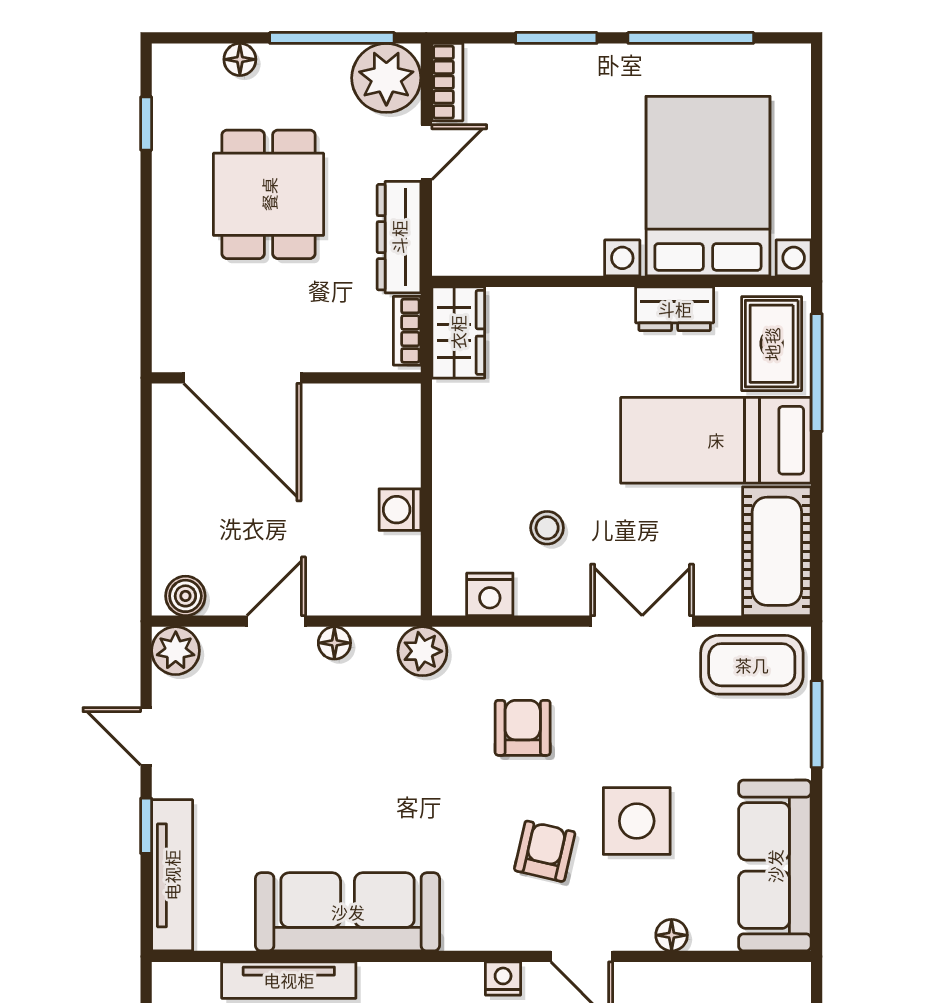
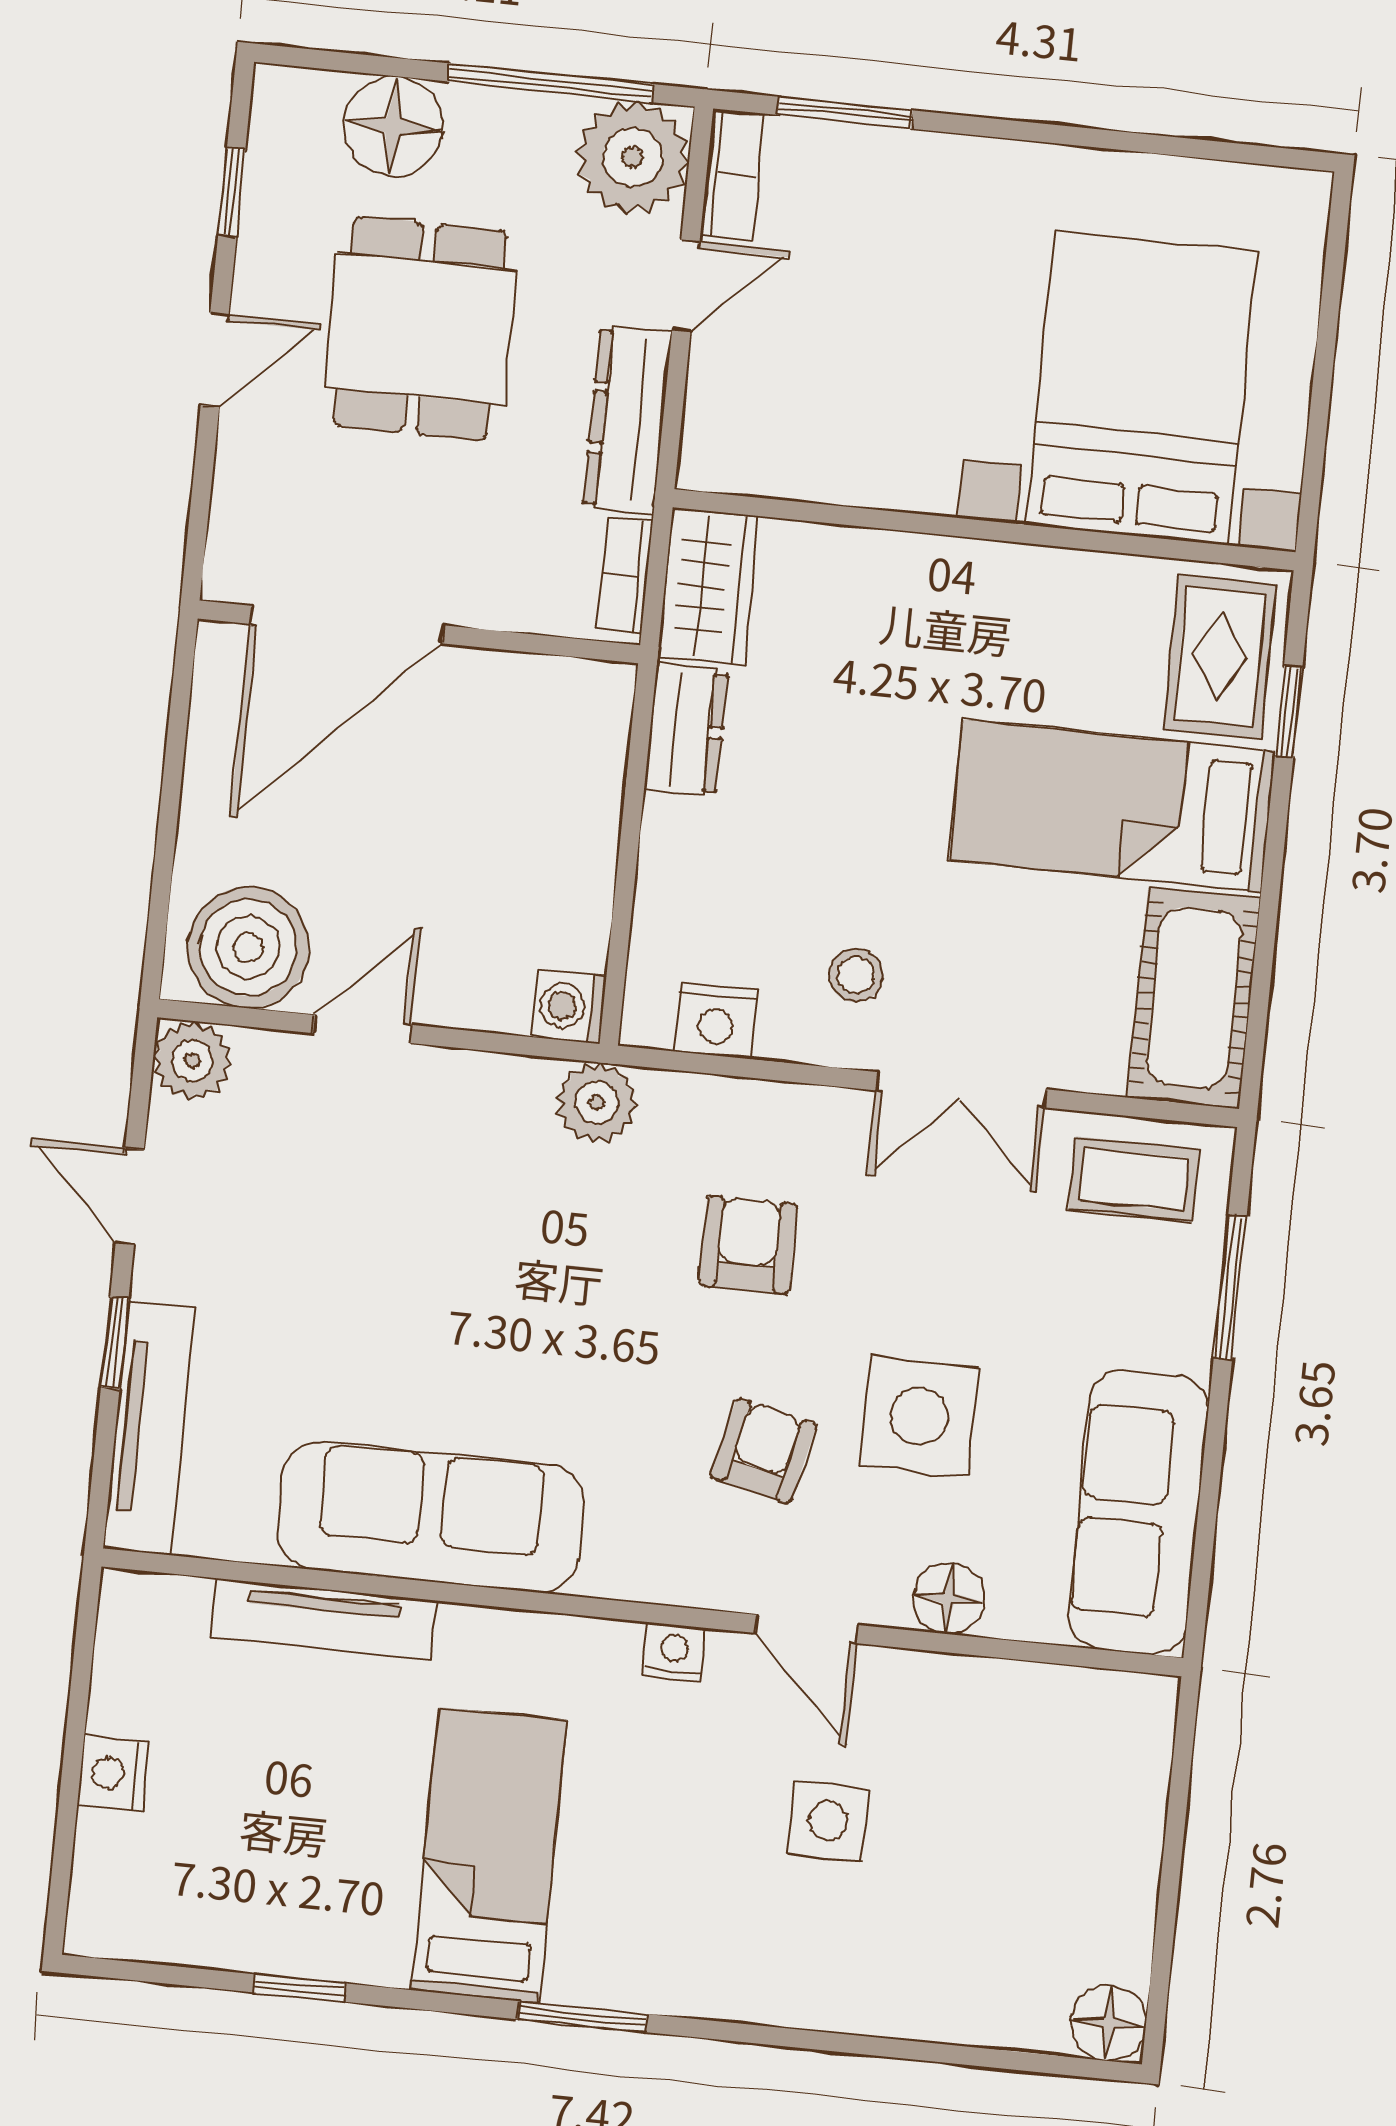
window: (556, 38) -> (845, 113), moved
window: (691, 38) -> (1138, 142), removed
floor lamp: (240, 59) -> (394, 126), width x1.89, depth x1.89
door: (146, 226) -> (215, 360), added
dresser: (675, 309) -> (686, 730), moved, turned -90
window: (817, 373) -> (1289, 712), width x0.46
door: (242, 378) -> (347, 625), hinge flipped
washing machine: (400, 510) -> (569, 1006), moved
stool: (547, 528) -> (856, 975), moved
boiler: (185, 596) -> (248, 947), width x1.86, depth x1.86
double door: (642, 621) -> (961, 1090), swing flipped
floor lamp: (334, 643) -> (454, 1074), removed
coffee table: (752, 665) -> (1134, 1179), width x0.73, depth x0.77
floor lamp: (672, 935) -> (949, 1598), width x1.37, depth x1.37

